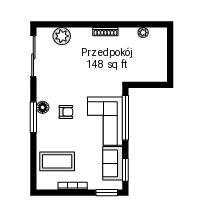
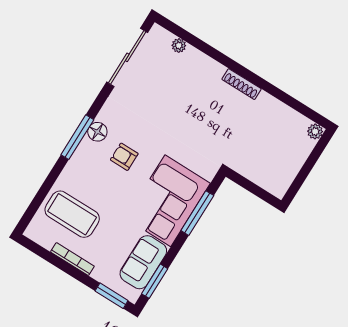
plant: (143, 33) -> (315, 131), moved
plant: (62, 36) -> (179, 45), width x0.53, depth x0.53
armchair: (66, 112) -> (124, 157), turned 180
window: (125, 118) -> (197, 213), width x0.68

